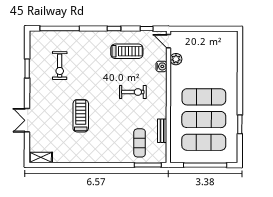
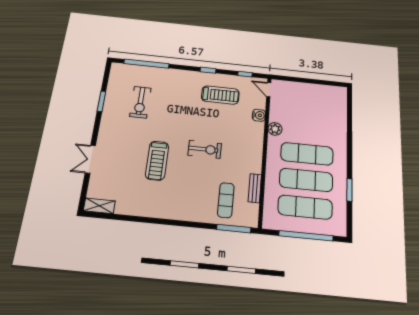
plant: (176, 59) -> (275, 129), moved
exercise bike: (133, 92) -> (205, 149), moved
treadmill: (81, 116) -> (157, 161), turned 180

